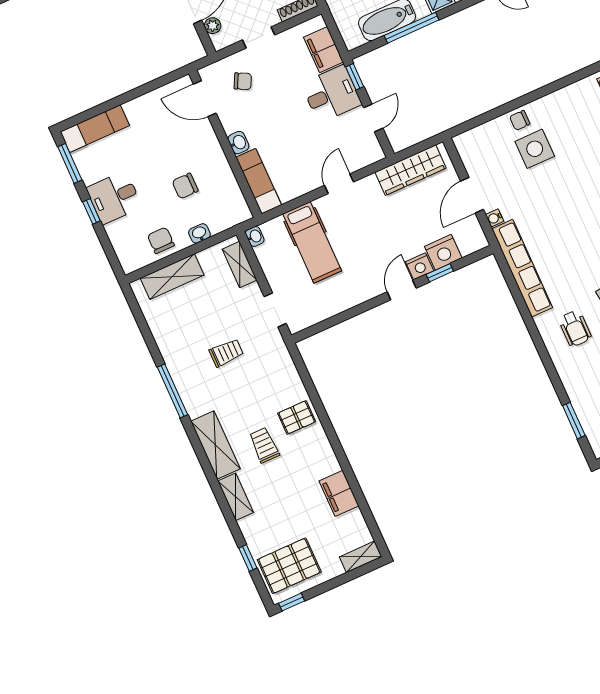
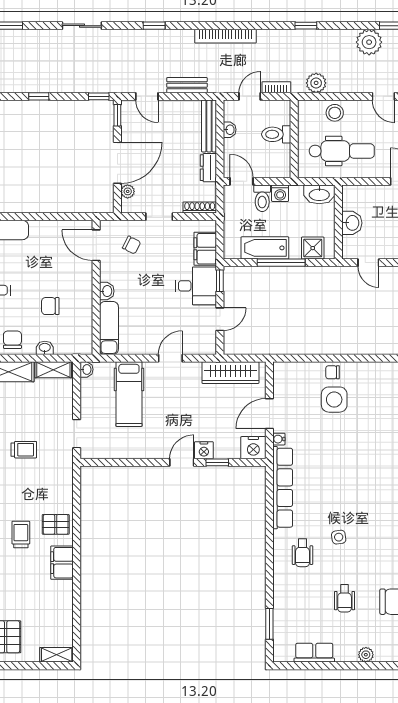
nightstand: (443, 252) -> (253, 448), moved
shelving: (240, 265) -> (53, 370), moved, turned 90
filing cabinet: (339, 493) -> (62, 563), moved

